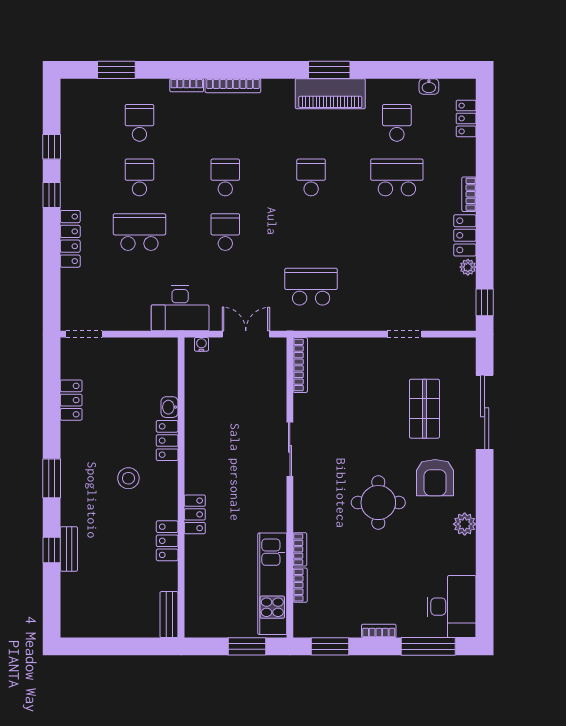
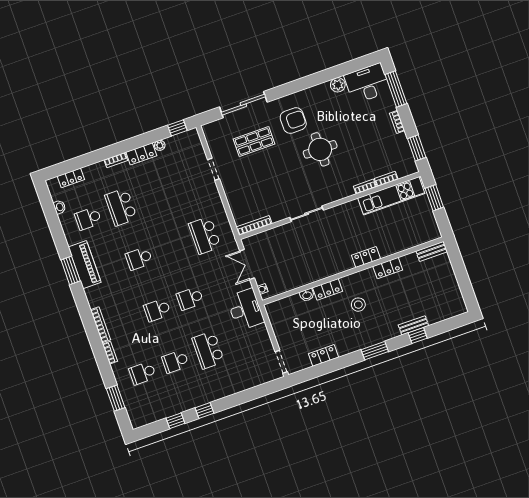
locker: (70, 239) -> (227, 390), removed
plant: (465, 524) -> (338, 85), moved

